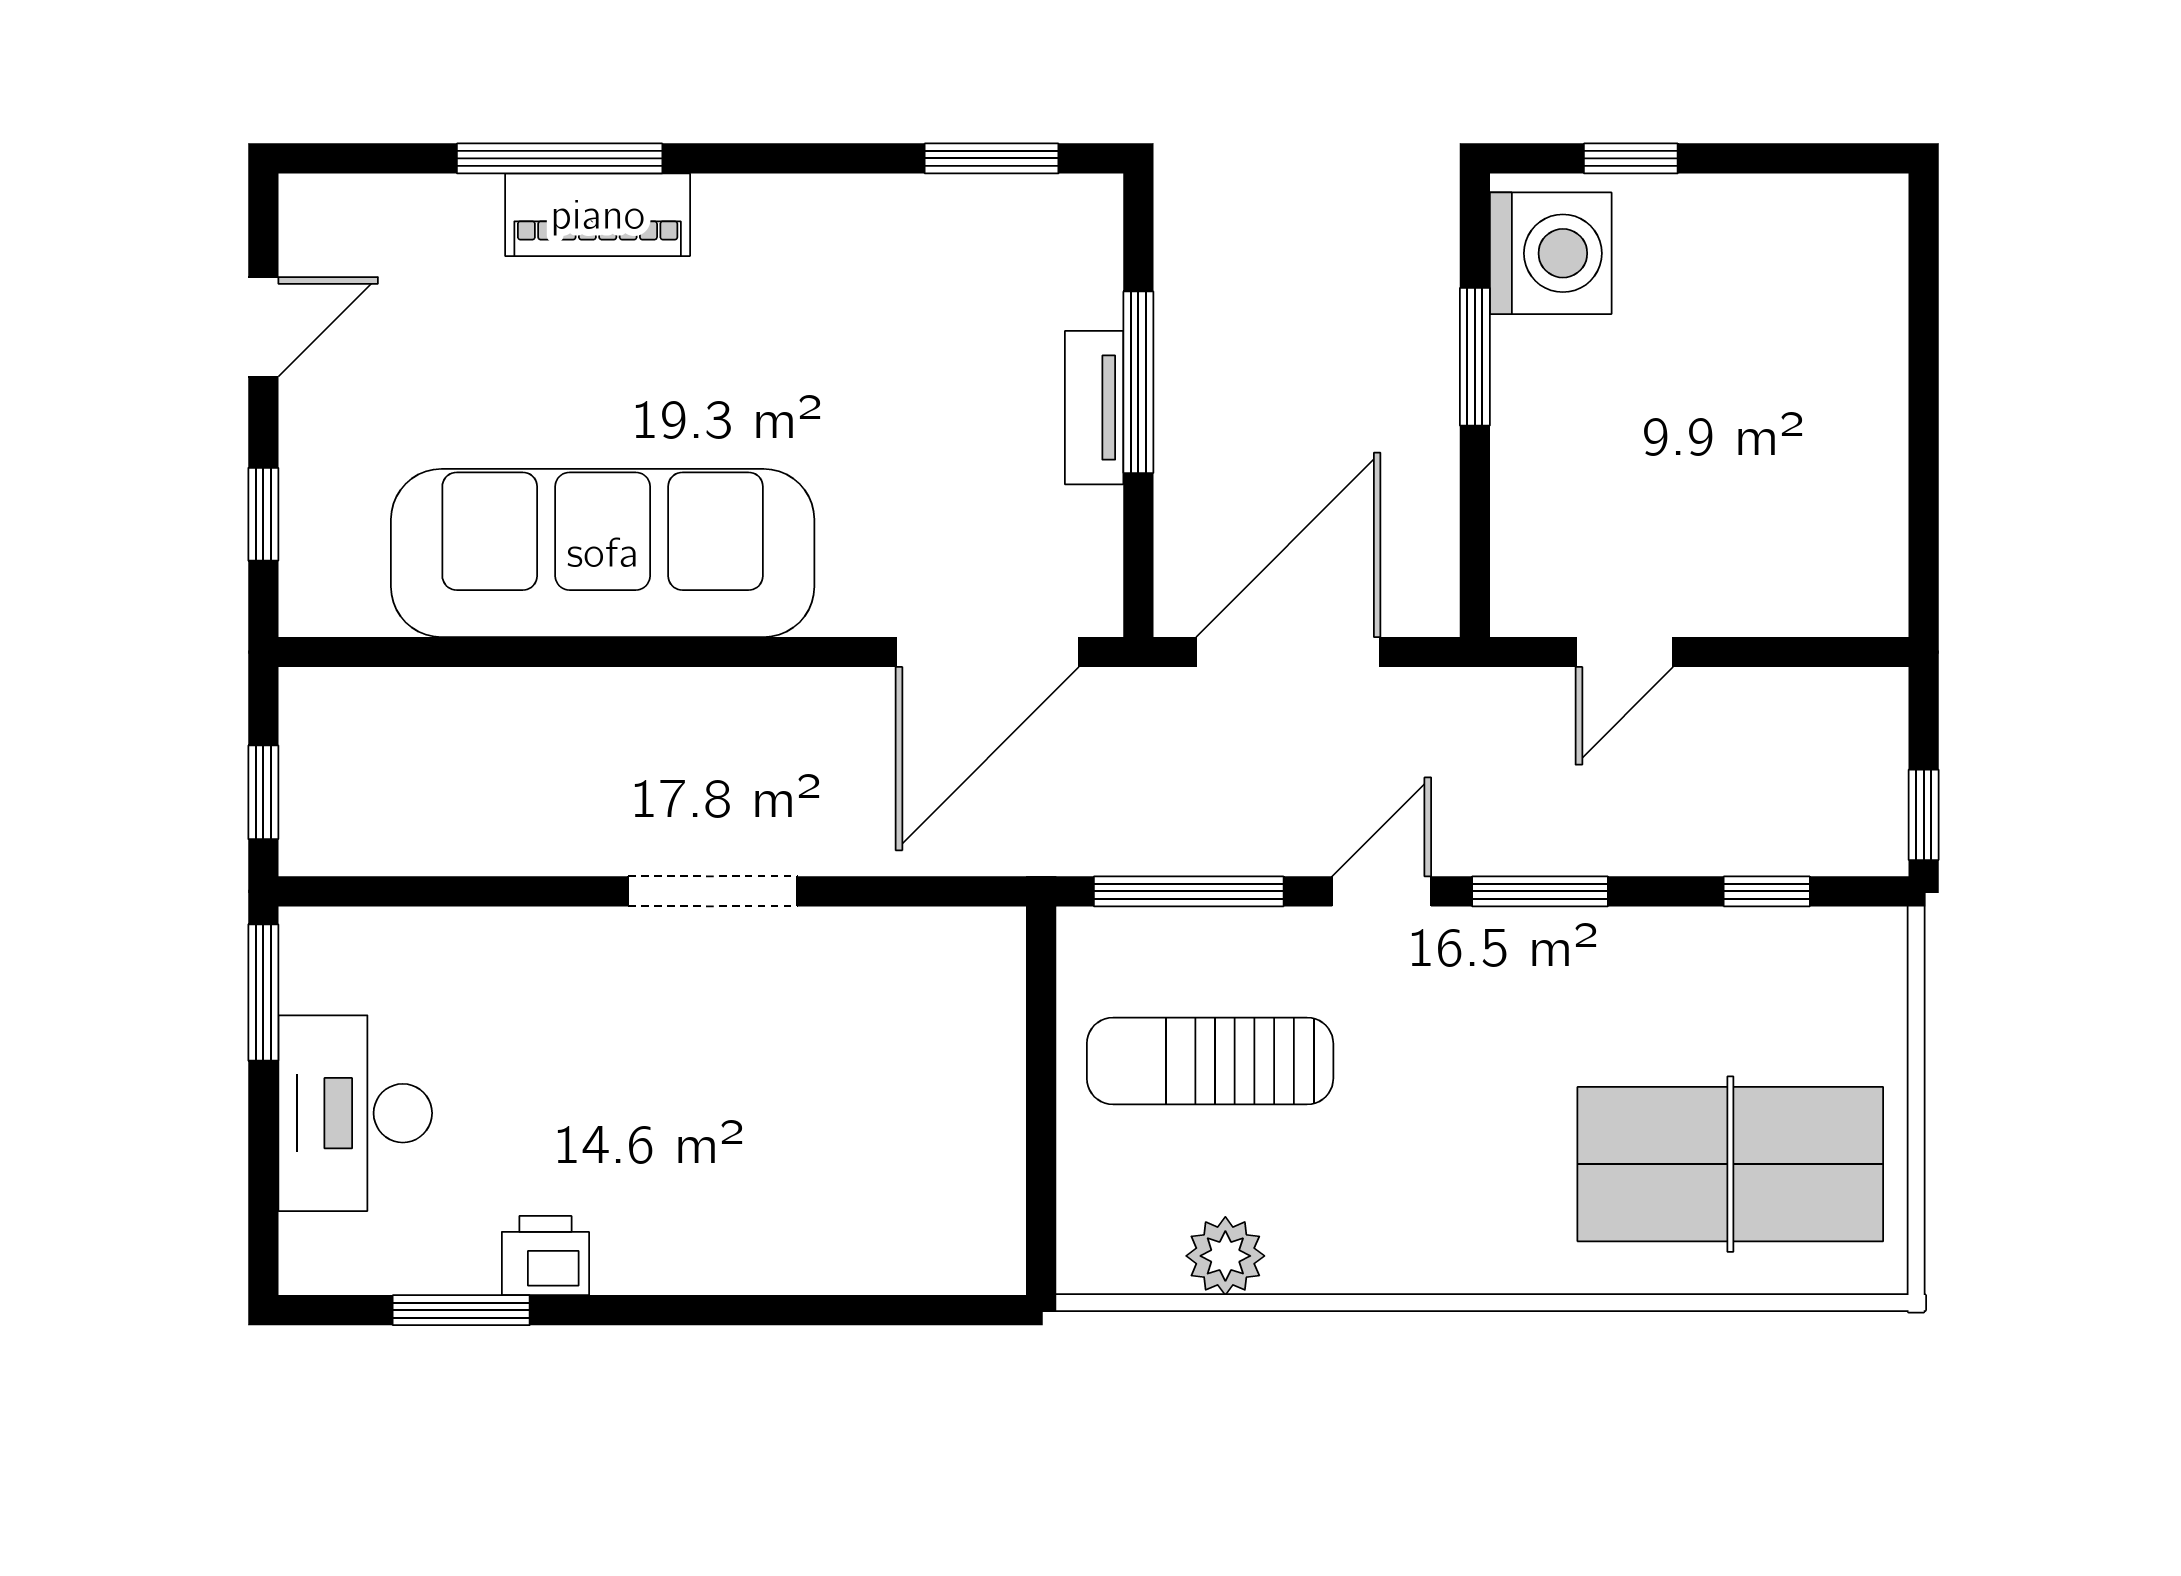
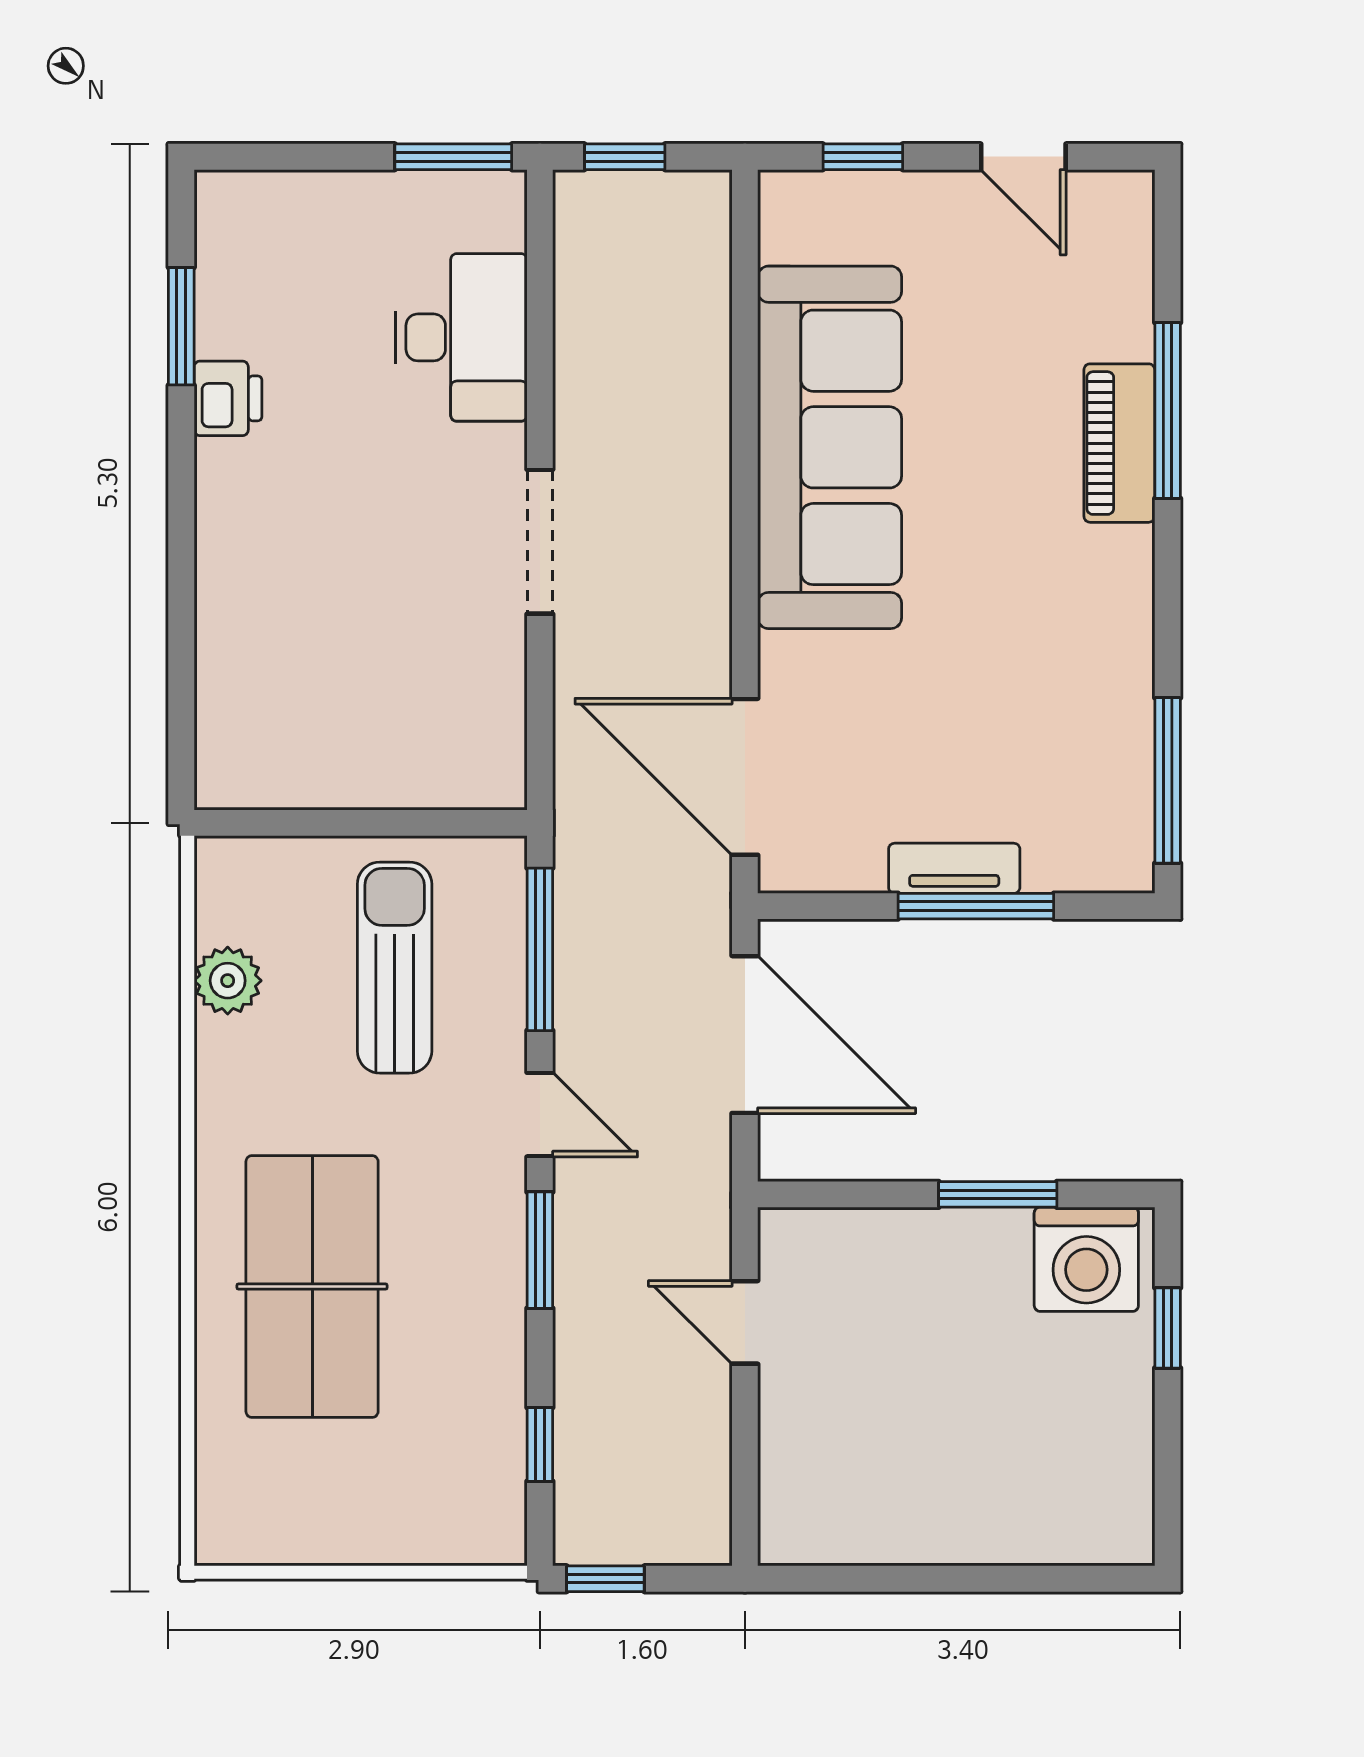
window: (992, 158) -> (1168, 780), width x1.44
desk: (355, 1113) -> (461, 337), moved, turned 90
table tennis table: (1730, 1164) -> (312, 1287), moved

